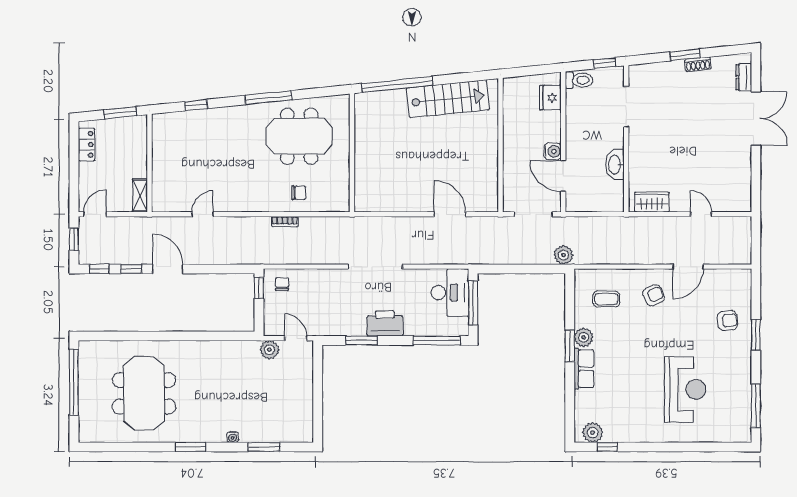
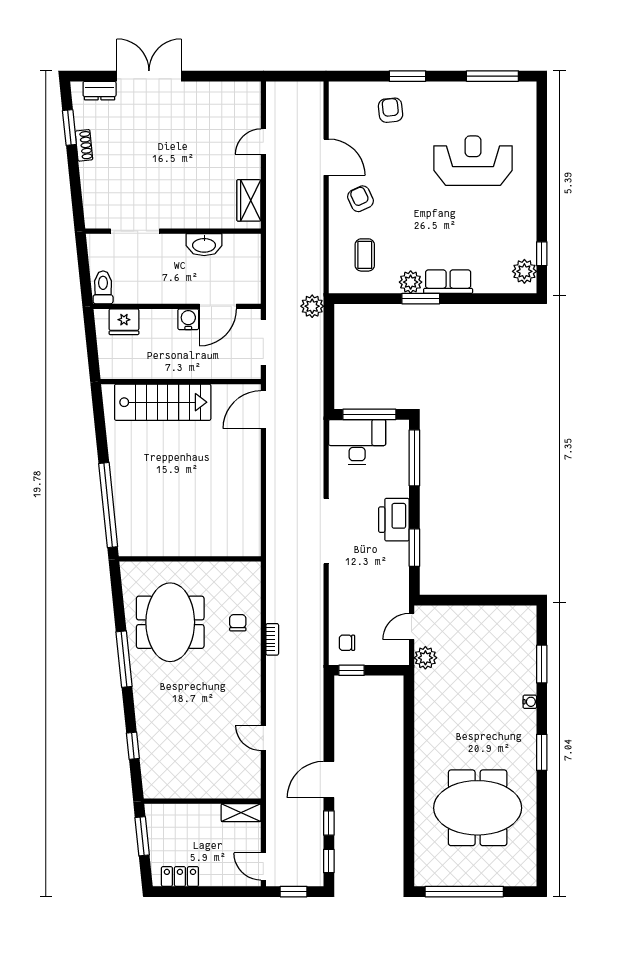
window: (685, 55) -> (69, 127), moved
window: (605, 63) -> (83, 257), removed
stairs: (448, 99) -> (163, 402), moved, turned 96
door: (450, 214) -> (263, 410), moved

